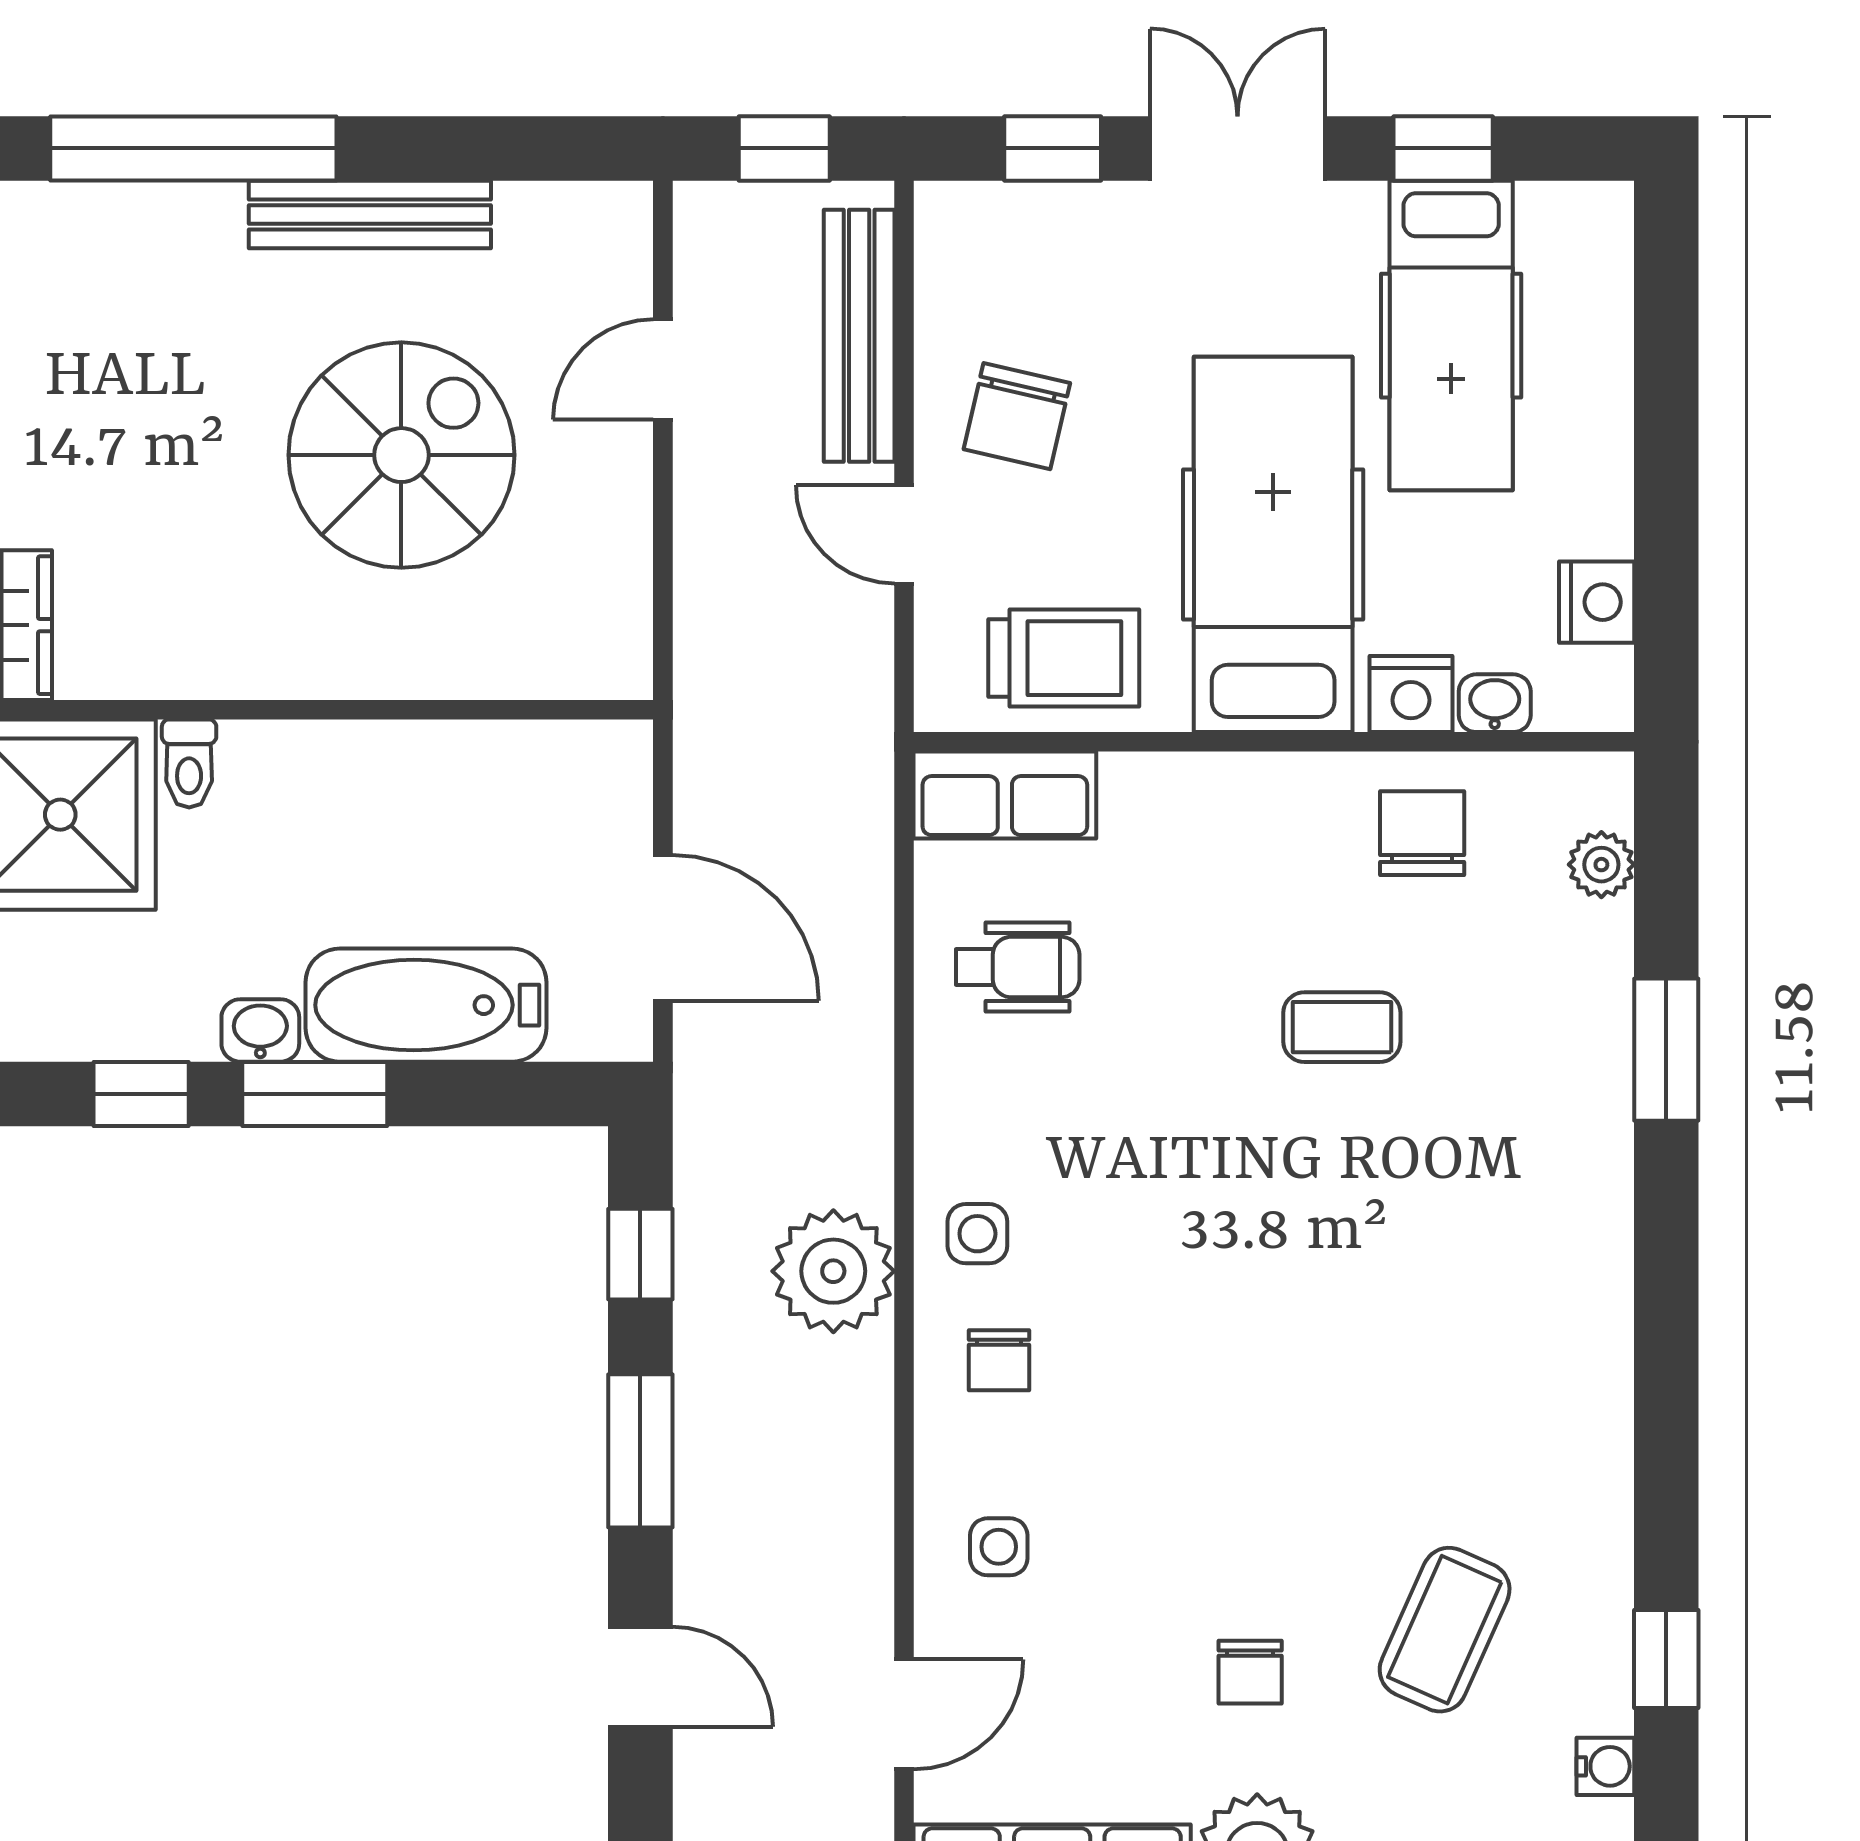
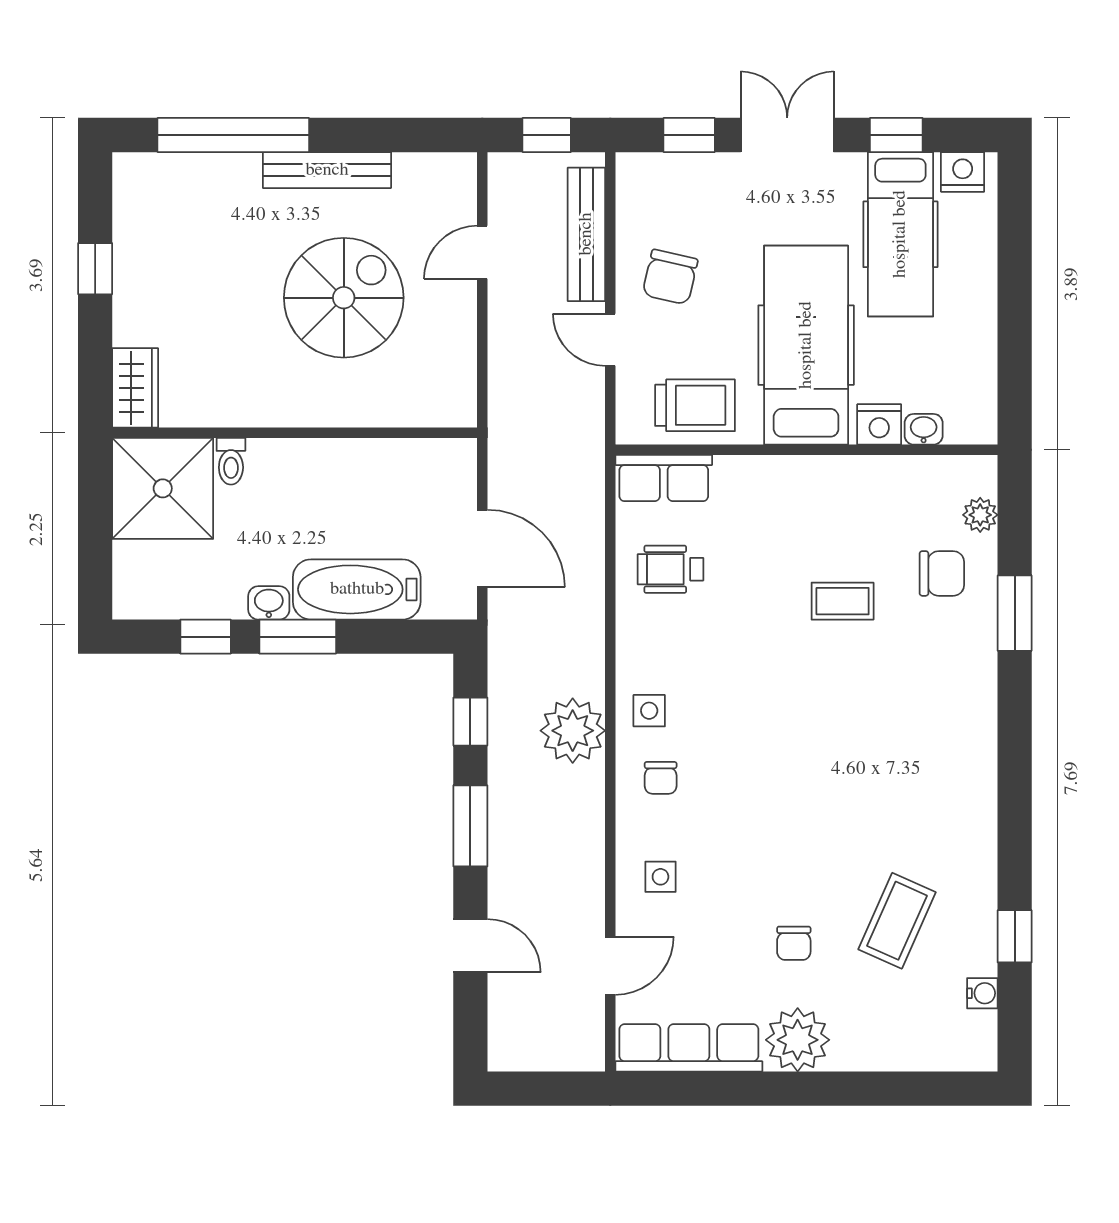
nightstand: (1597, 602) -> (963, 172), moved, turned -90
chair: (1422, 833) -> (942, 573), moved, turned 90
wheelchair: (1018, 967) -> (670, 569), turned 180

